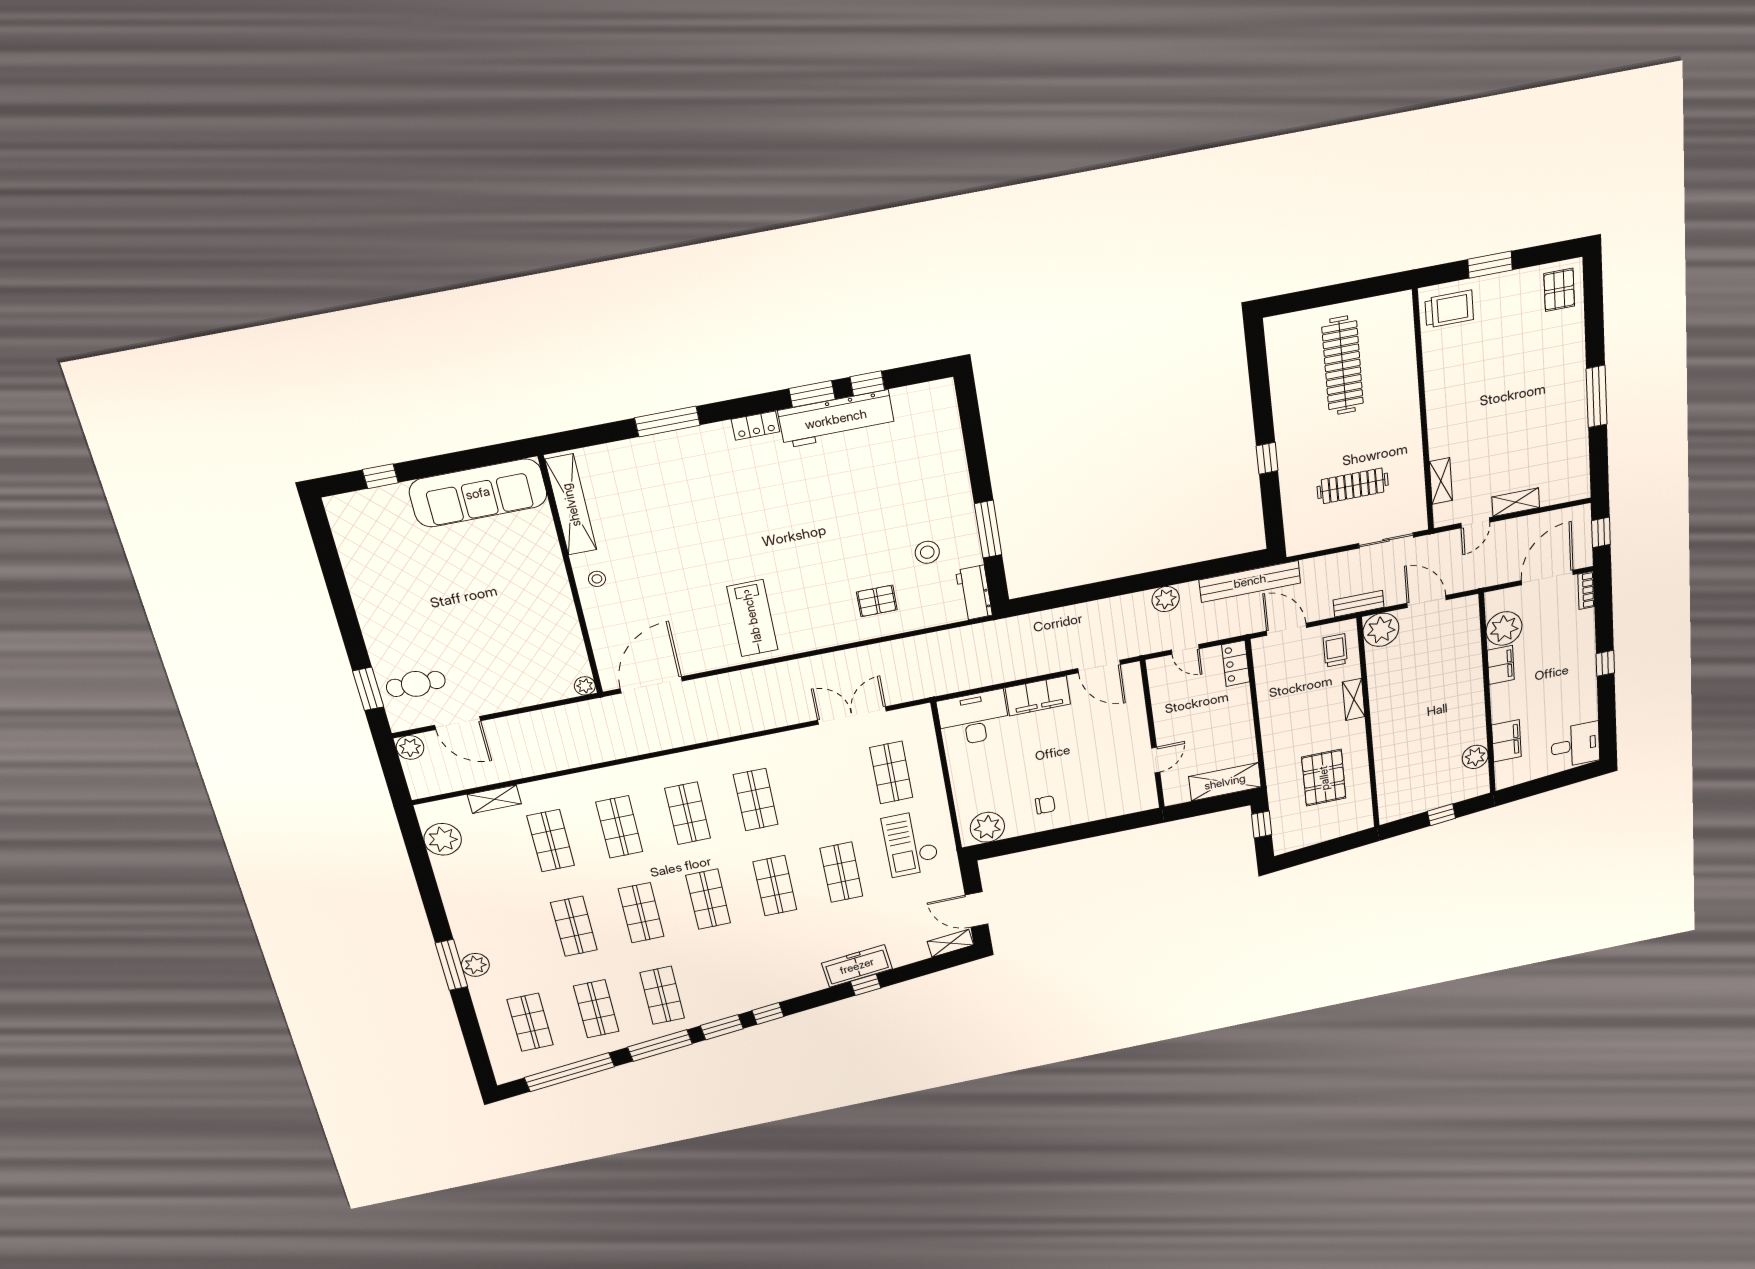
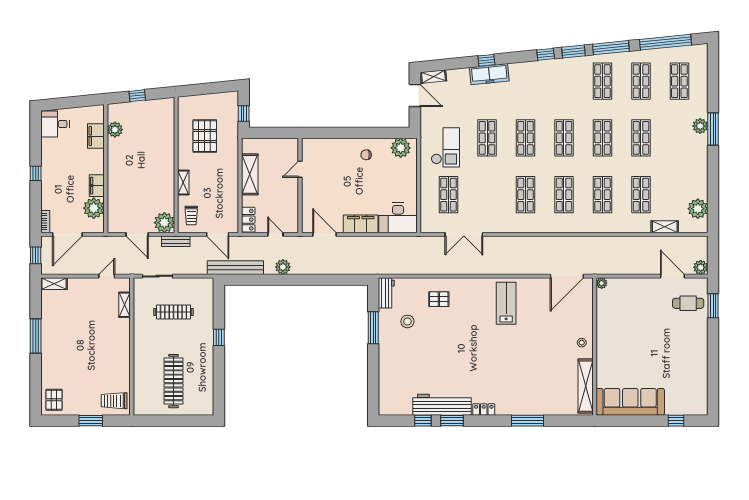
shelving: (1516, 502) -> (54, 284), moved
shelving: (1225, 782) -> (250, 174), moved, turned 90

